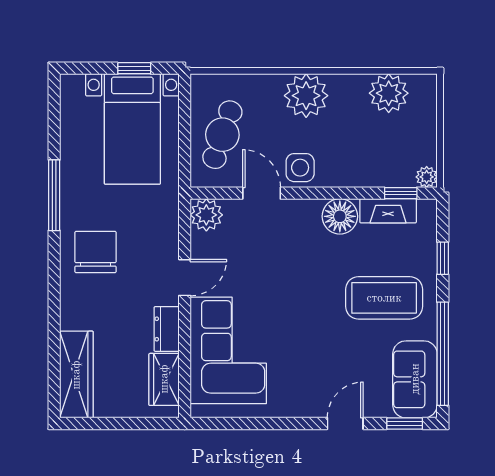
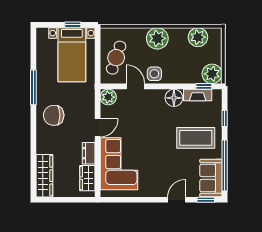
plant: (427, 177) -> (212, 74), width x1.88, depth x1.88
chair: (95, 252) -> (54, 115), turned -90

